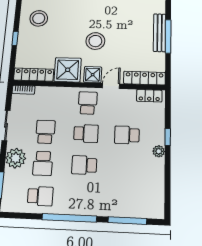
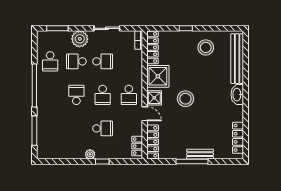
bench: (160, 33) -> (200, 154), width x0.73
school desk: (88, 103) -> (129, 95), turned 90
school desk: (127, 135) -> (103, 128), turned 90

